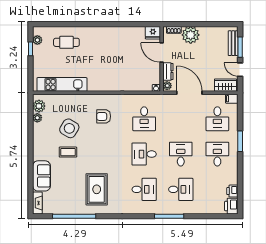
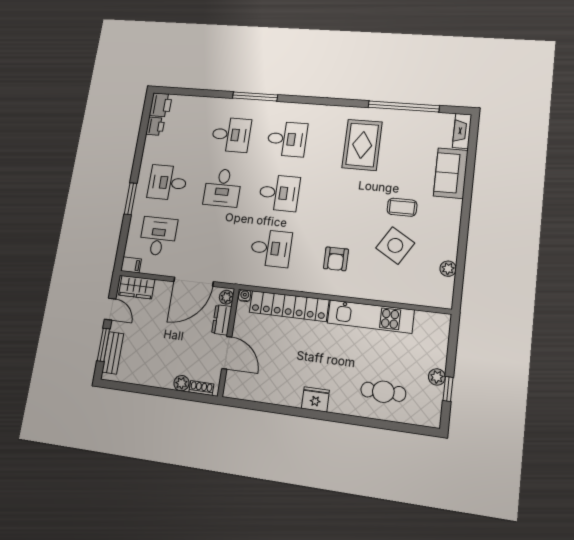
fridge: (153, 33) -> (315, 399), moved
plant: (191, 35) -> (181, 383), width x0.53, depth x0.53
plant: (37, 40) -> (437, 377), moved
kitchen unit: (62, 84) -> (371, 316), moved
locker: (128, 85) -> (289, 306), added
door: (189, 93) -> (194, 282), hinge flipped
plant: (39, 106) -> (443, 288), removed
armchair: (104, 116) -> (336, 259), turned 90
desk: (144, 119) -> (271, 248), turned 90
desk: (217, 154) -> (168, 183), turned 90
desk: (144, 189) -> (287, 139), turned 180
desk: (181, 189) -> (231, 135), turned 180

